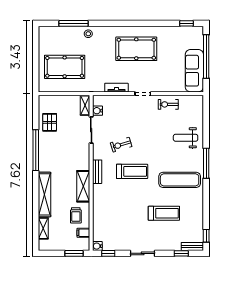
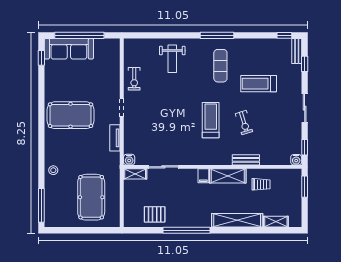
window: (74, 23) -> (41, 205), moved
pool table: (136, 49) -> (71, 115), turned 90
sofa: (194, 71) -> (69, 49), moved
water cooler: (98, 111) -> (129, 160), moved
exercise bike: (121, 145) -> (244, 123), moved
window: (206, 163) -> (217, 35), moved
bench: (97, 172) -> (246, 160), moved
exercise mat: (180, 180) -> (220, 66), width x0.73, depth x0.69
treadmill: (164, 213) -> (259, 84), turned -90
filing cabinet: (83, 233) -> (203, 176), moved

